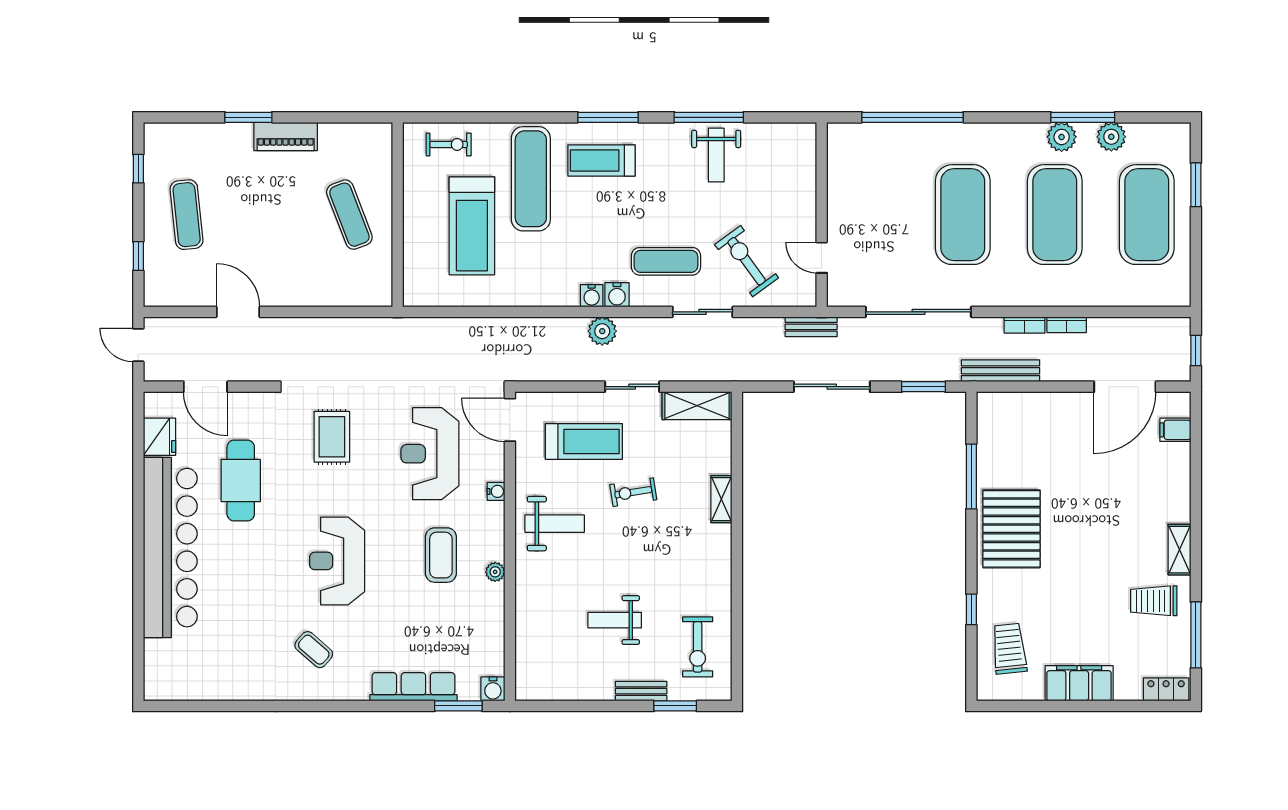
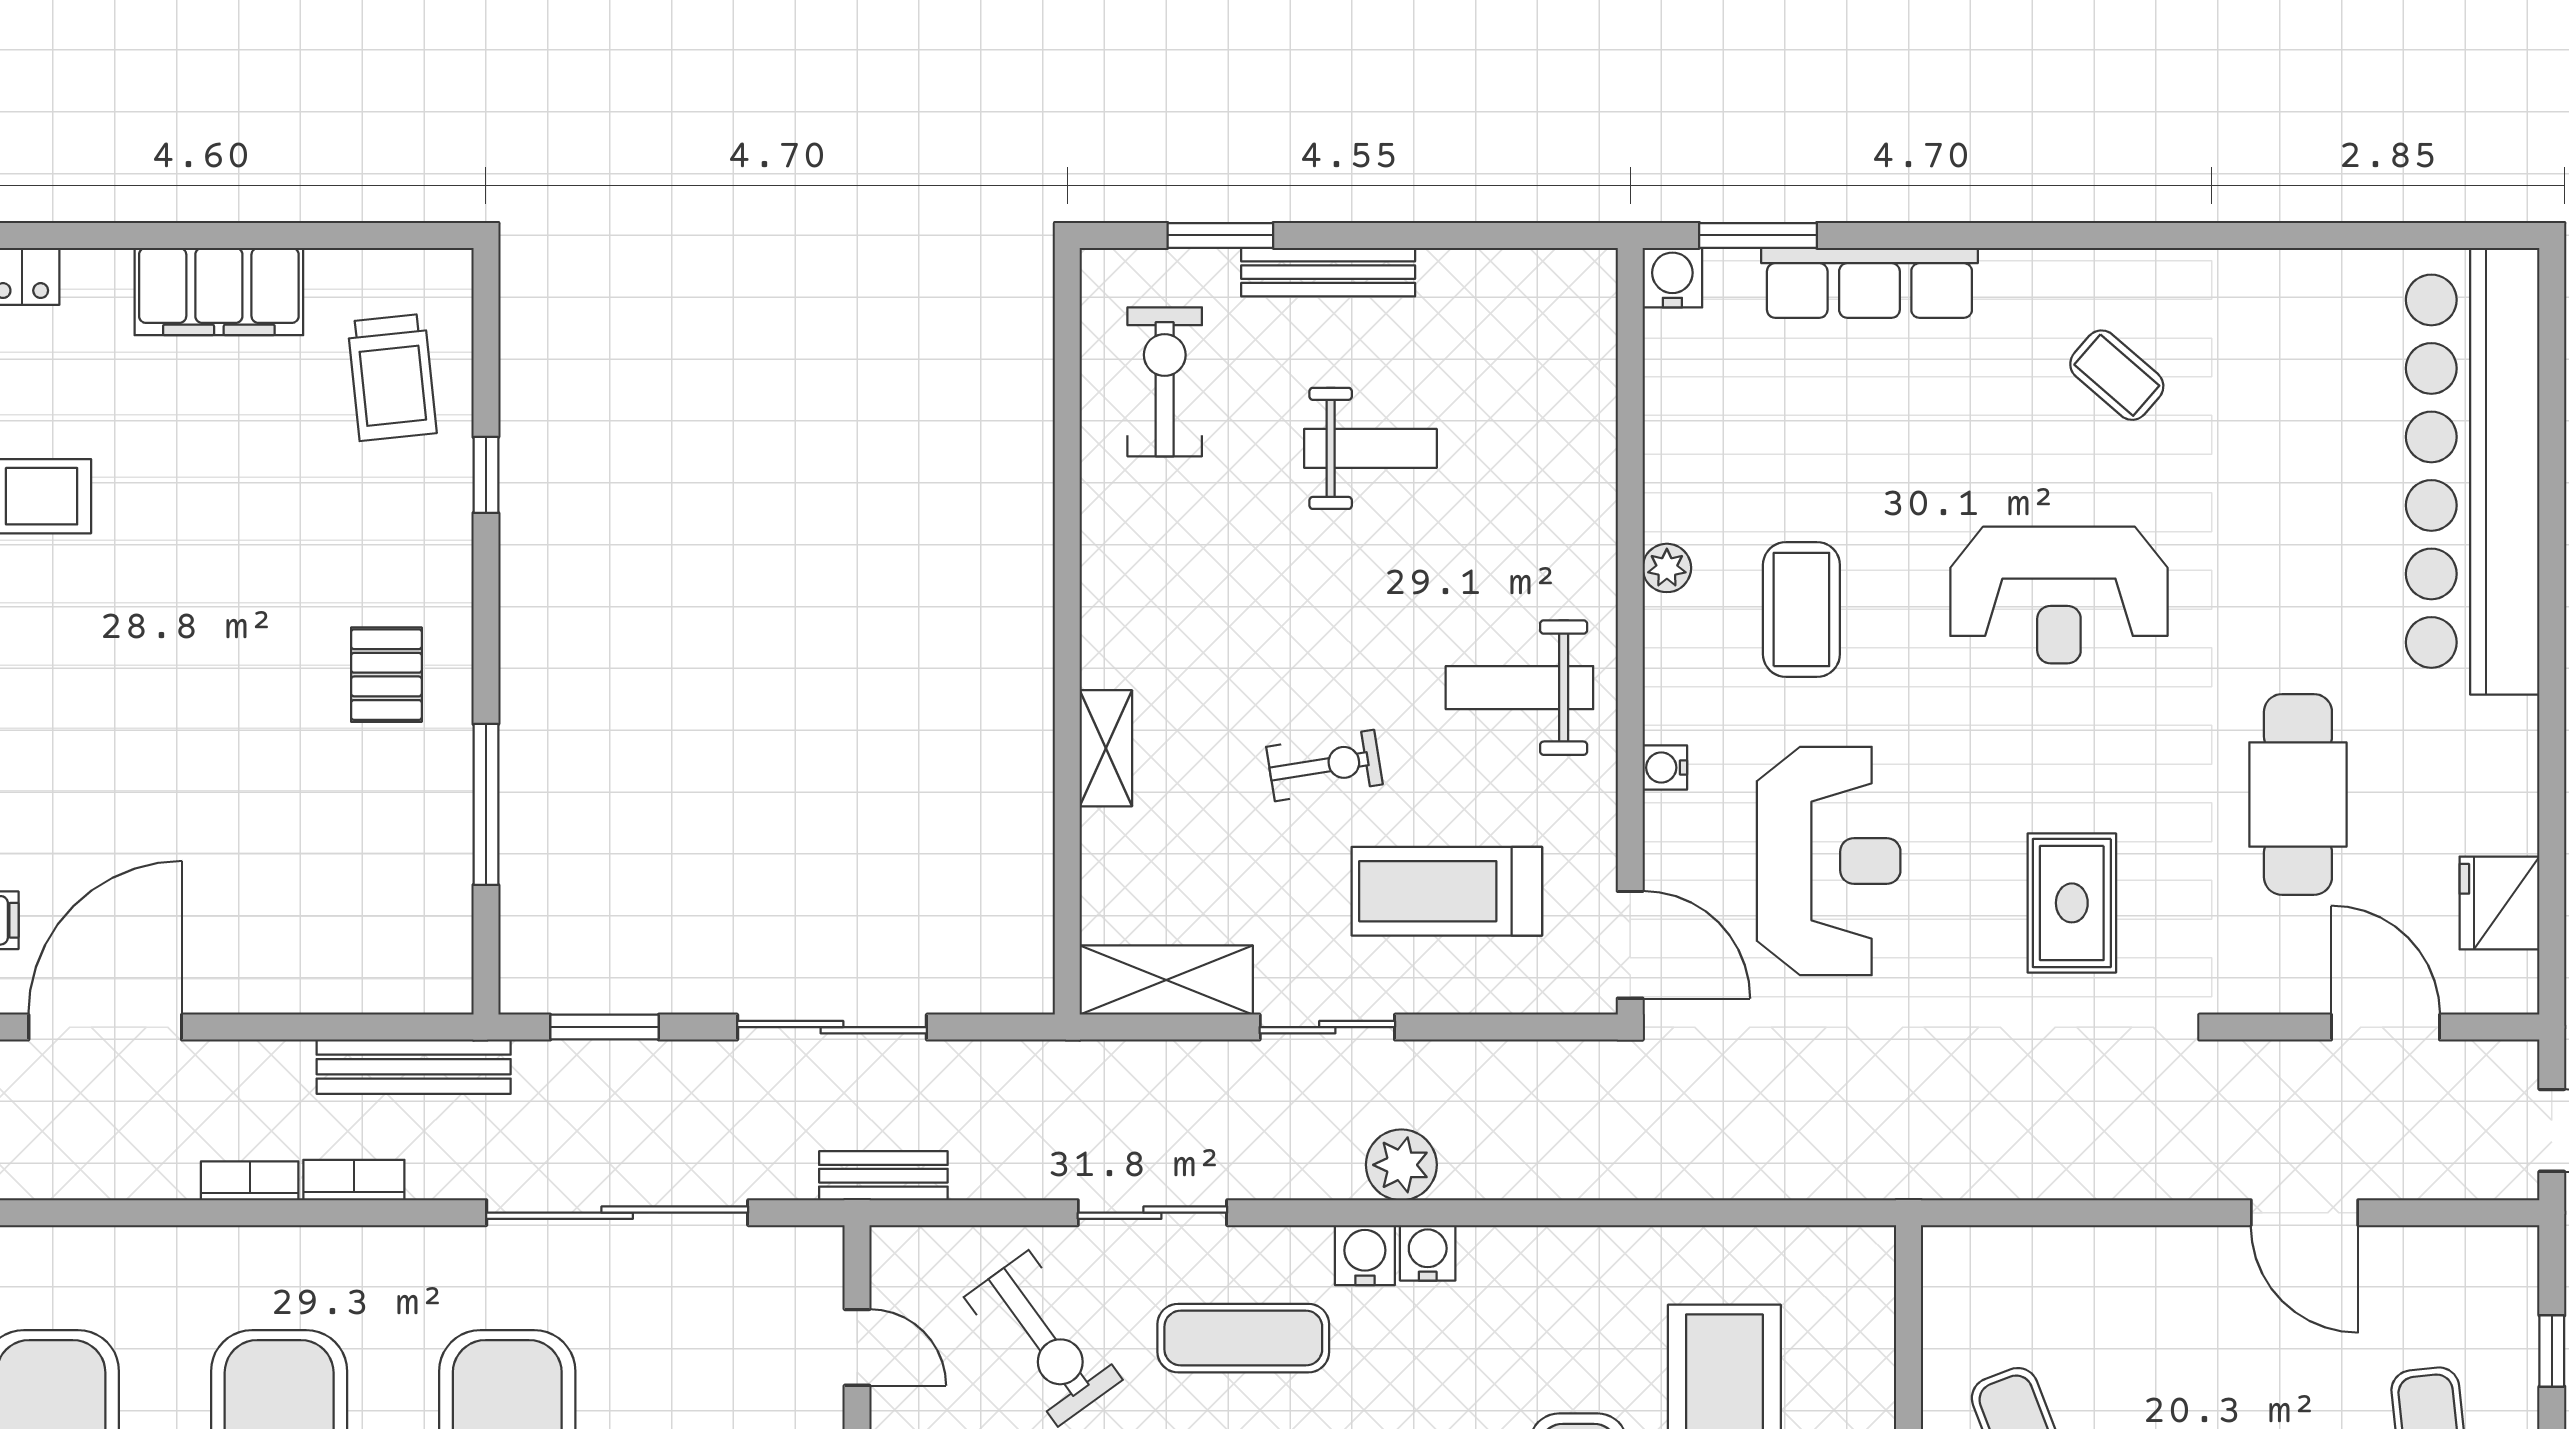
pallet: (1011, 529) -> (386, 675), width x0.49, depth x0.50
bar counter: (170, 548) -> (2473, 471), moved
reception desk: (337, 561) -> (2059, 595), turned 90
bench: (641, 691) -> (1328, 272), width x1.36

